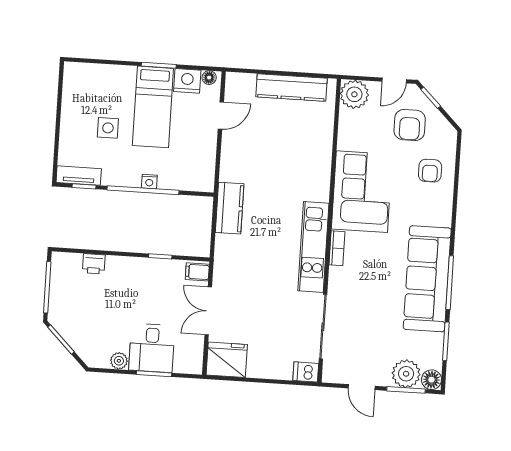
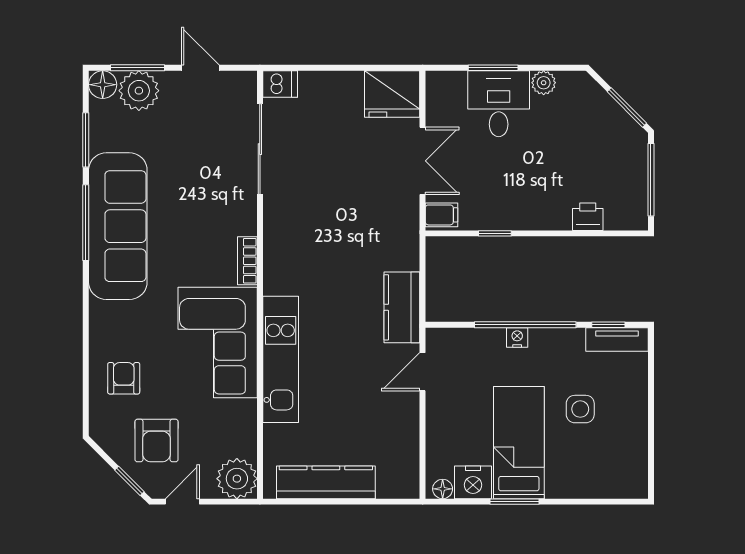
door: (221, 115) -> (423, 372), moved
armchair: (410, 125) -> (156, 440), turned 180
kitchen unit: (313, 247) -> (281, 359), moved

